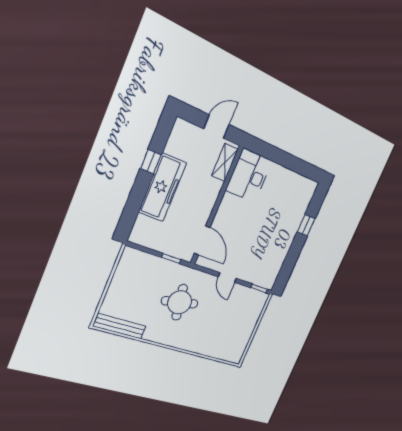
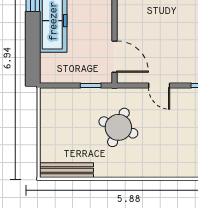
round table: (180, 302) -> (118, 127), turned 32

